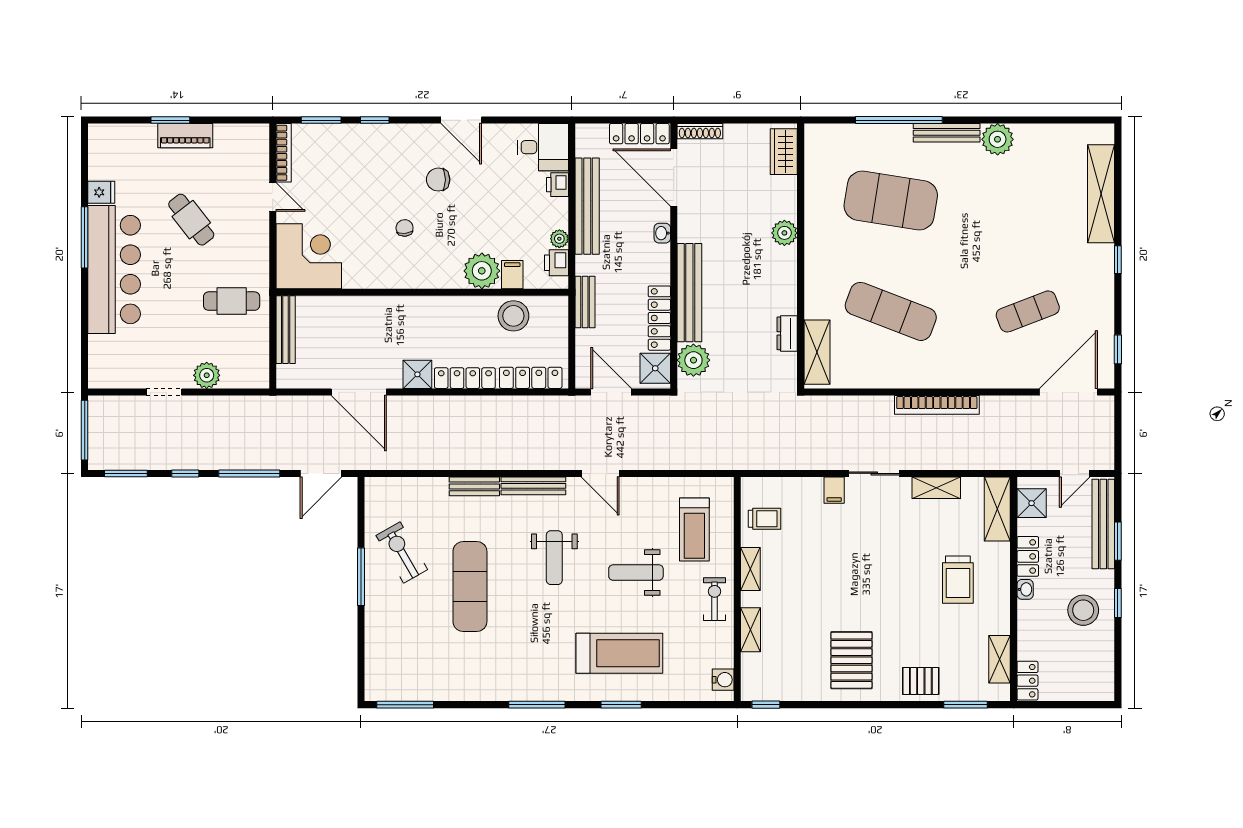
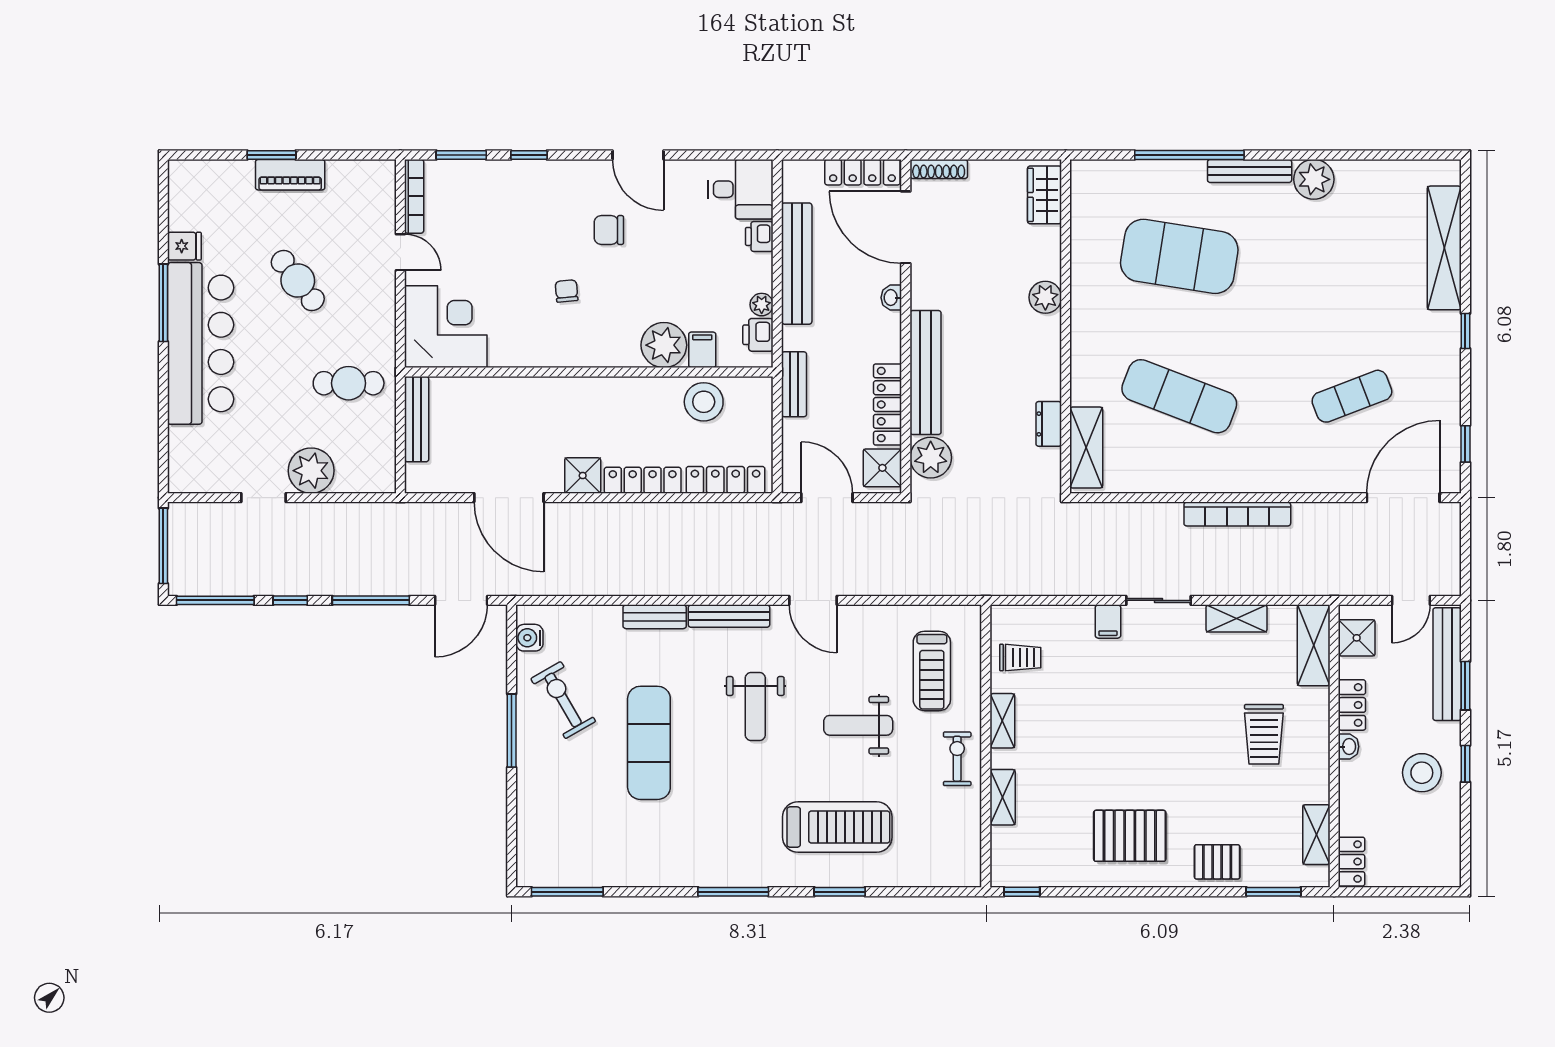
plant: (207, 375) -> (311, 471), width x1.36, depth x1.36
window: (126, 473) -> (215, 600), width x1.44
pallet: (851, 660) -> (1130, 836), turned 90
water cooler: (723, 680) -> (529, 638), moved, turned 180

